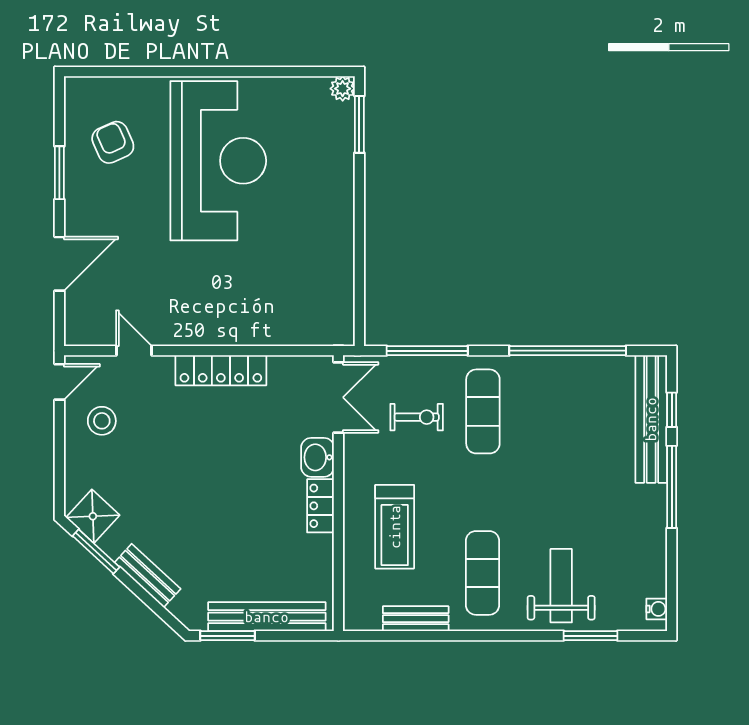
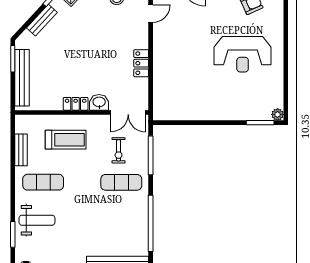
reception desk: (218, 161) -> (243, 54), width x0.74, depth x0.77
locker: (221, 370) -> (141, 63), width x0.66
treadmill: (395, 527) -> (66, 140), turned 180

